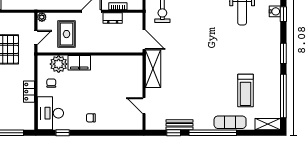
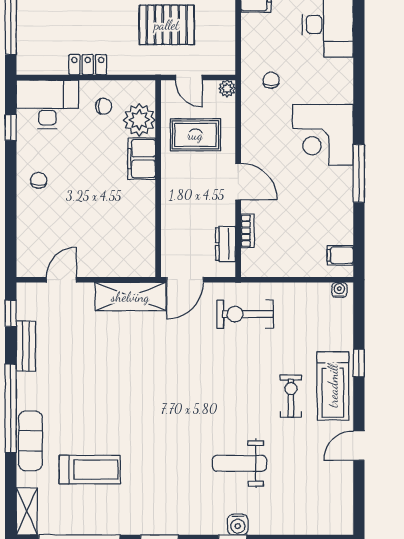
dresser: (113, 18) -> (225, 244), moved
treadmill: (245, 91) -> (90, 470), turned 180
window: (174, 133) -> (11, 313), moved

